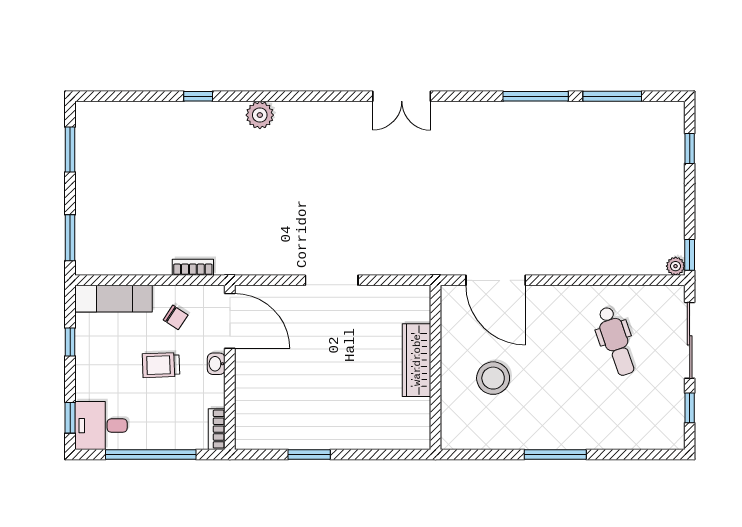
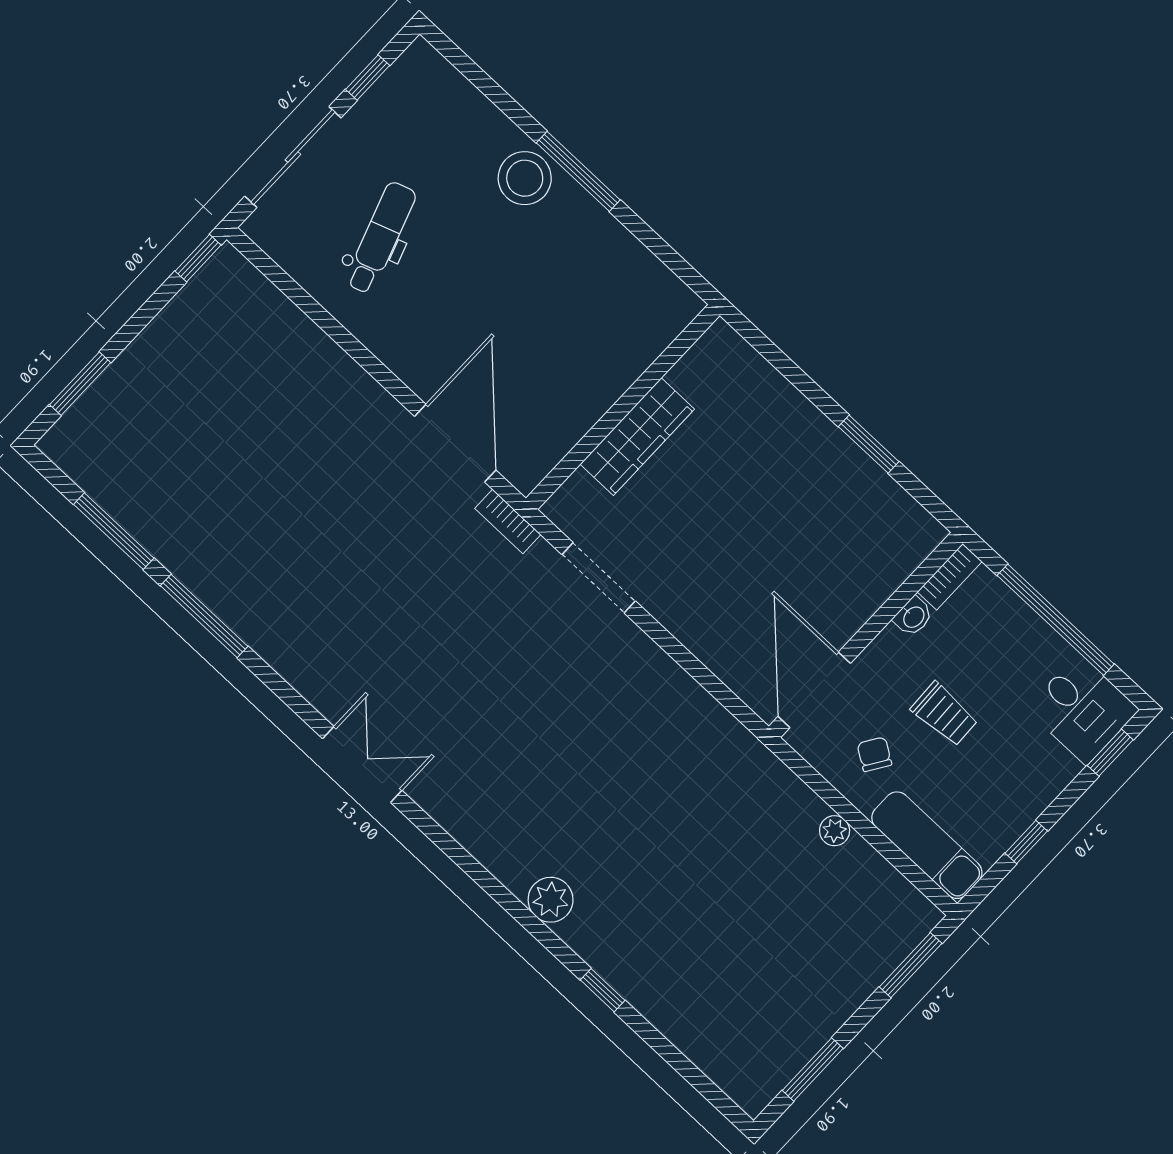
window: (690, 149) -> (80, 384), width x1.50
plant: (676, 266) -> (835, 831), moved
bookcase: (193, 267) -> (508, 521), moved
doorway: (332, 280) -> (599, 578), moved
washbasin: (216, 364) -> (913, 617), moved
stool: (493, 378) -> (525, 178), moved

